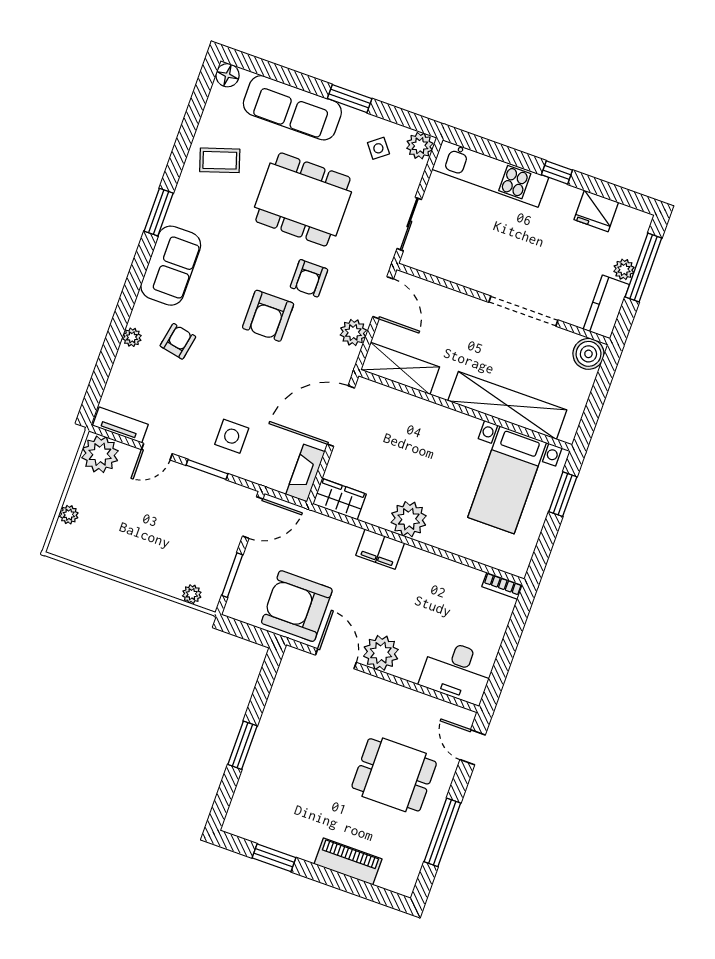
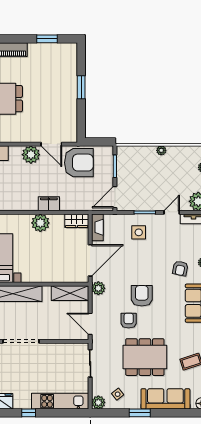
plant: (353, 332) -> (98, 288), moved
plant: (192, 594) -> (161, 150), moved

